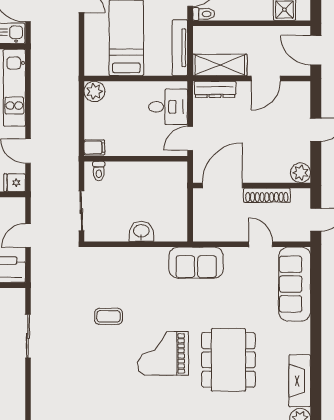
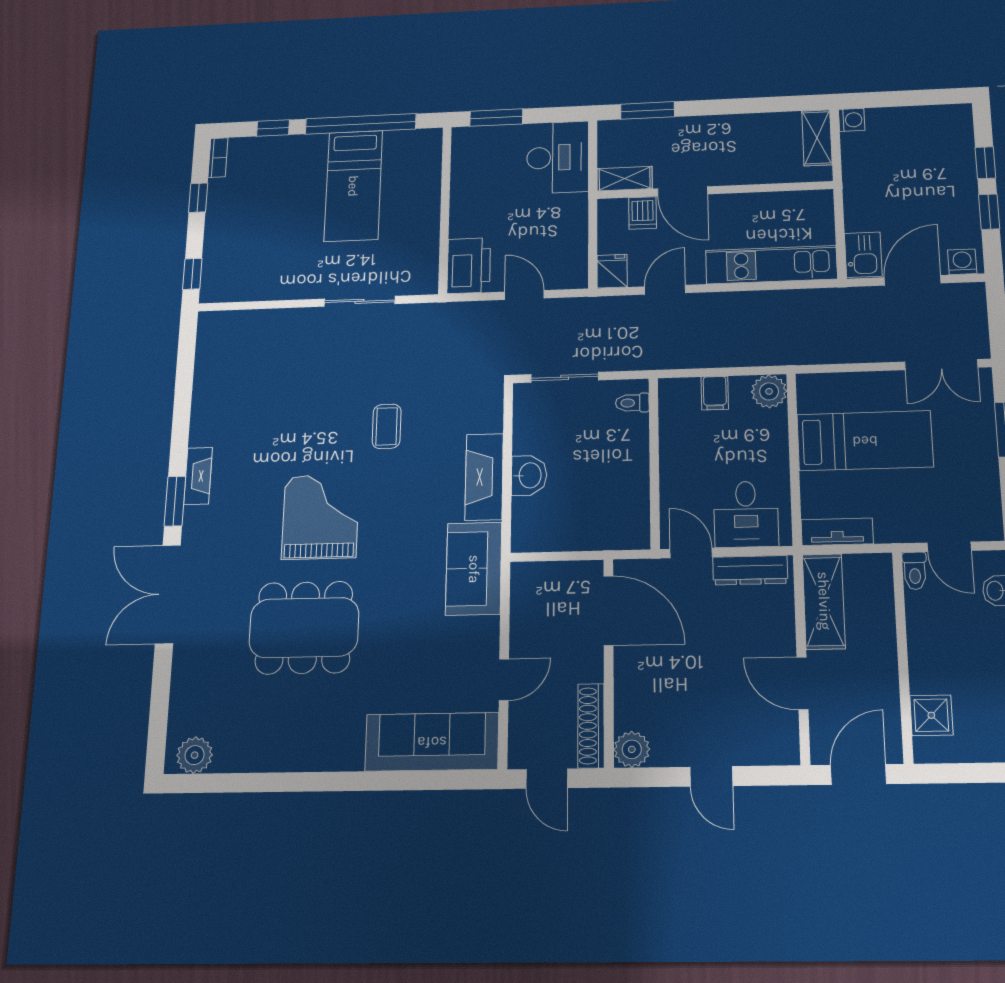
tv unit: (180, 48) -> (837, 532), width x0.71
dresser: (215, 89) -> (750, 570), moved, turned -90
filing cabinet: (94, 147) -> (715, 393), moved
shoe rack: (267, 195) -> (591, 726), moved
fireplace: (300, 381) -> (484, 477), moved, turned -90

